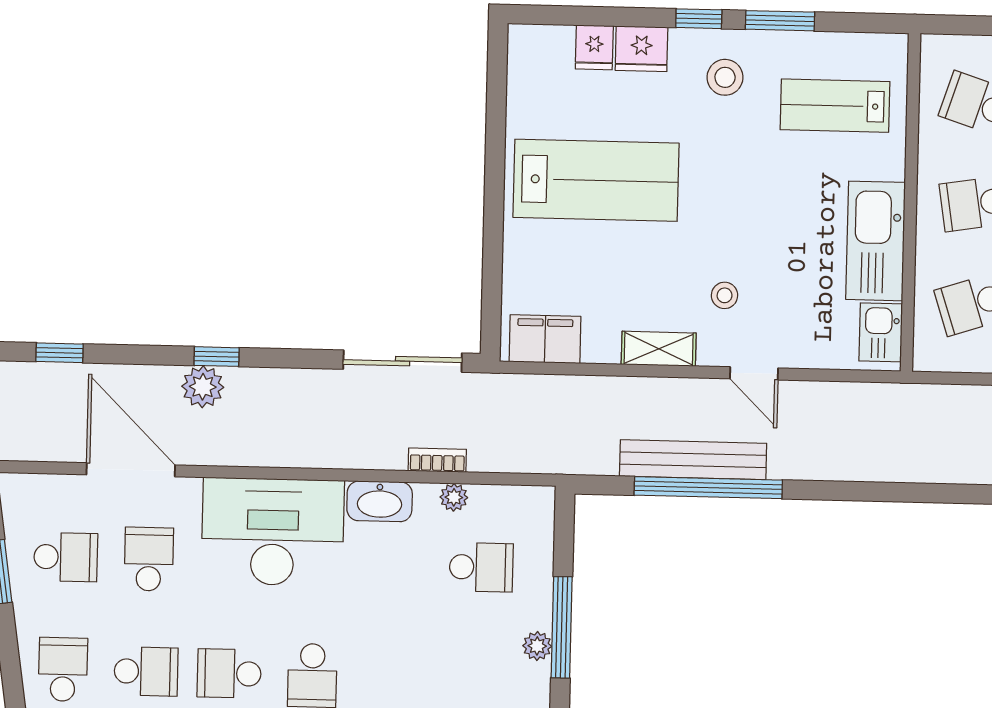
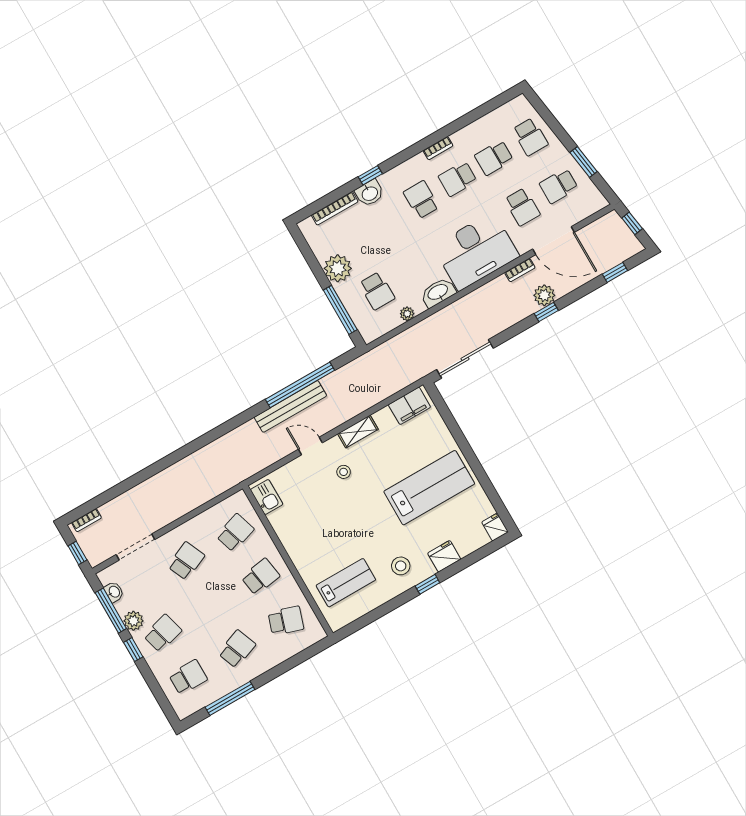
window: (780, 21) -> (392, 605), removed
fridge: (594, 47) -> (495, 527), moved
lab bench: (596, 180) -> (429, 488), turned 180
kitchen sink: (876, 241) -> (293, 535), removed
bookcase: (437, 460) -> (520, 270), moved
bench: (693, 460) -> (290, 406), moved
school desk: (481, 567) -> (377, 291), turned -90
window: (562, 627) -> (340, 310), moved
plant: (537, 646) -> (338, 268), width x1.88, depth x1.88
school desk: (229, 673) -> (458, 179), turned 180

